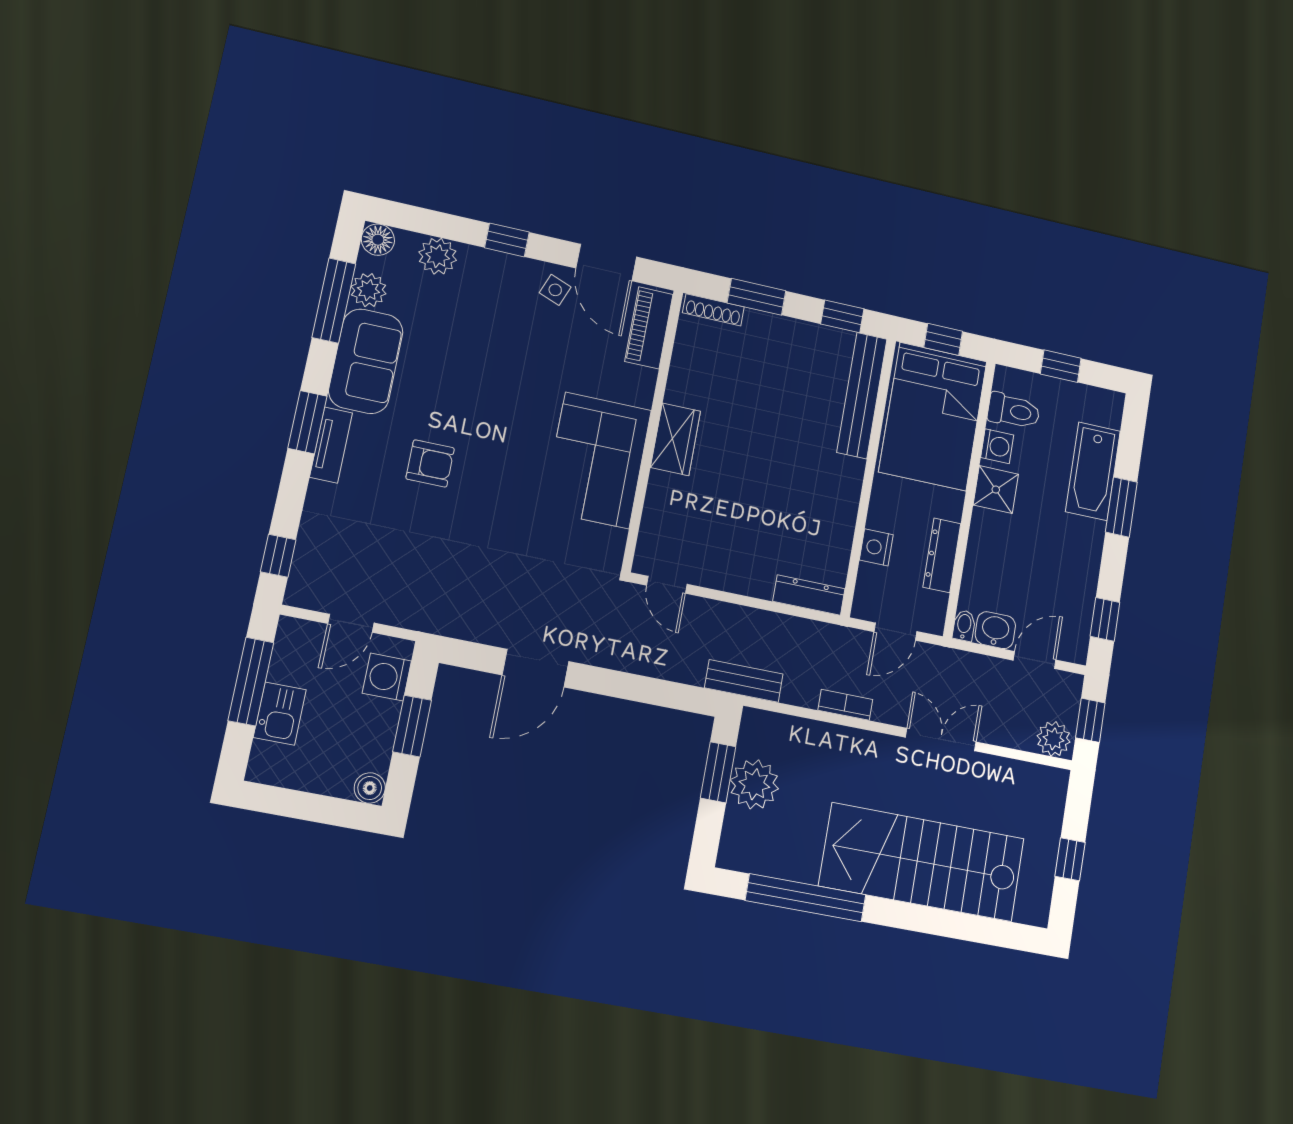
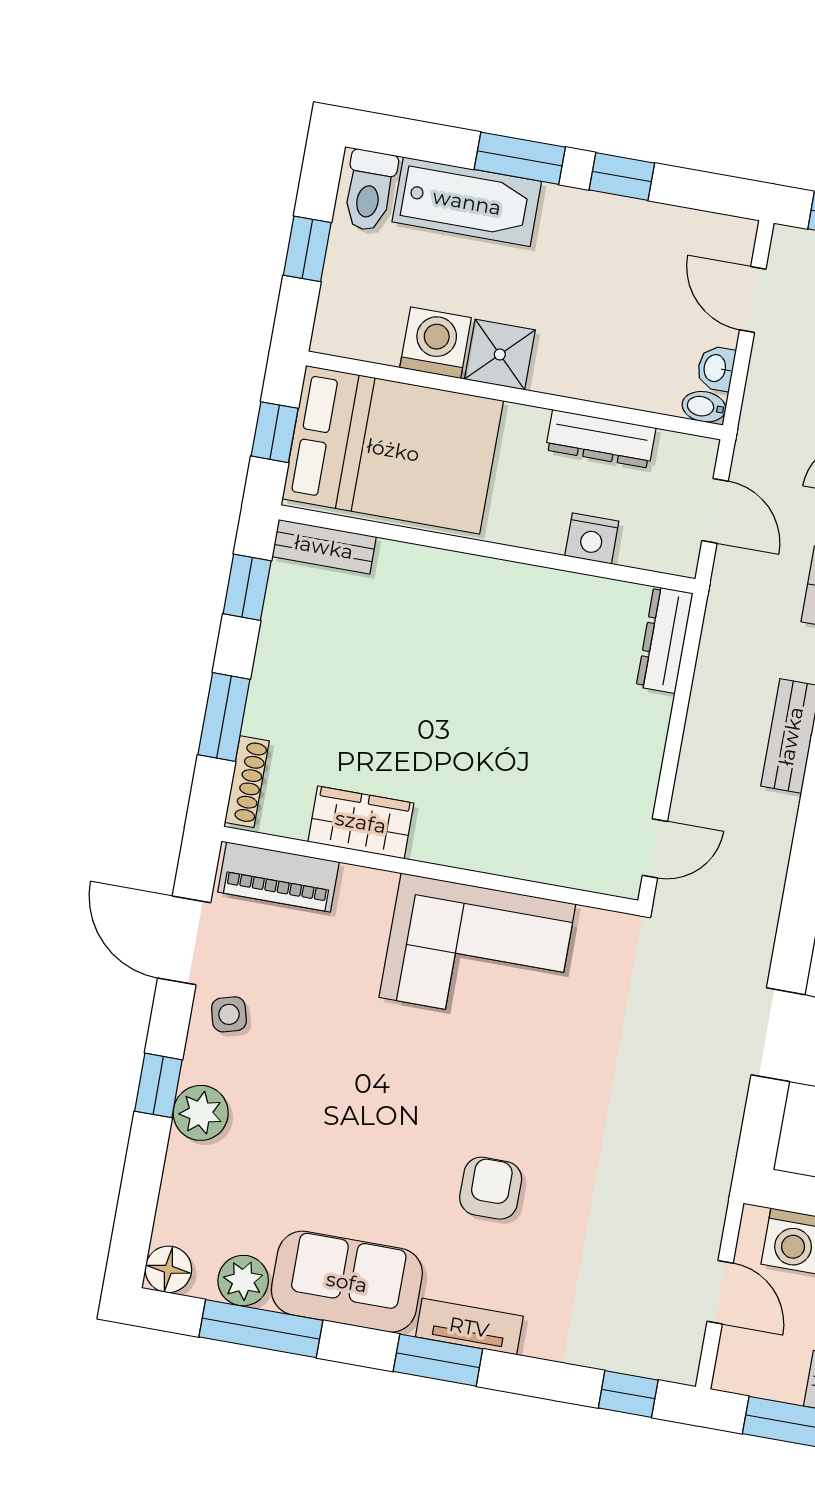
plant: (438, 256) -> (201, 1113), moved
door: (606, 263) -> (184, 940), swing flipped
side table: (555, 290) -> (229, 1014), turned -36
bench: (862, 396) -> (324, 547), width x0.54, depth x0.82
toilet: (1014, 411) -> (369, 191), moved, turned 180
wardrobe: (675, 439) -> (361, 822), moved
washing machine: (997, 446) -> (436, 343), width x1.38, depth x1.38
window: (1105, 619) -> (622, 177), moved
washbasin: (995, 630) -> (716, 368), width x0.72, depth x0.69

